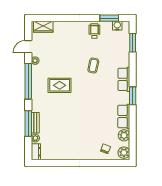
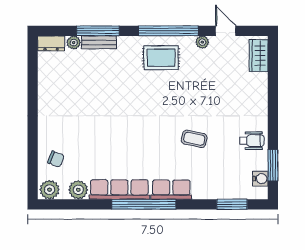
rug: (60, 85) -> (161, 58), moved, turned 90
window: (133, 96) -> (144, 204), width x2.11
row of seats: (124, 117) -> (119, 189), width x1.48

